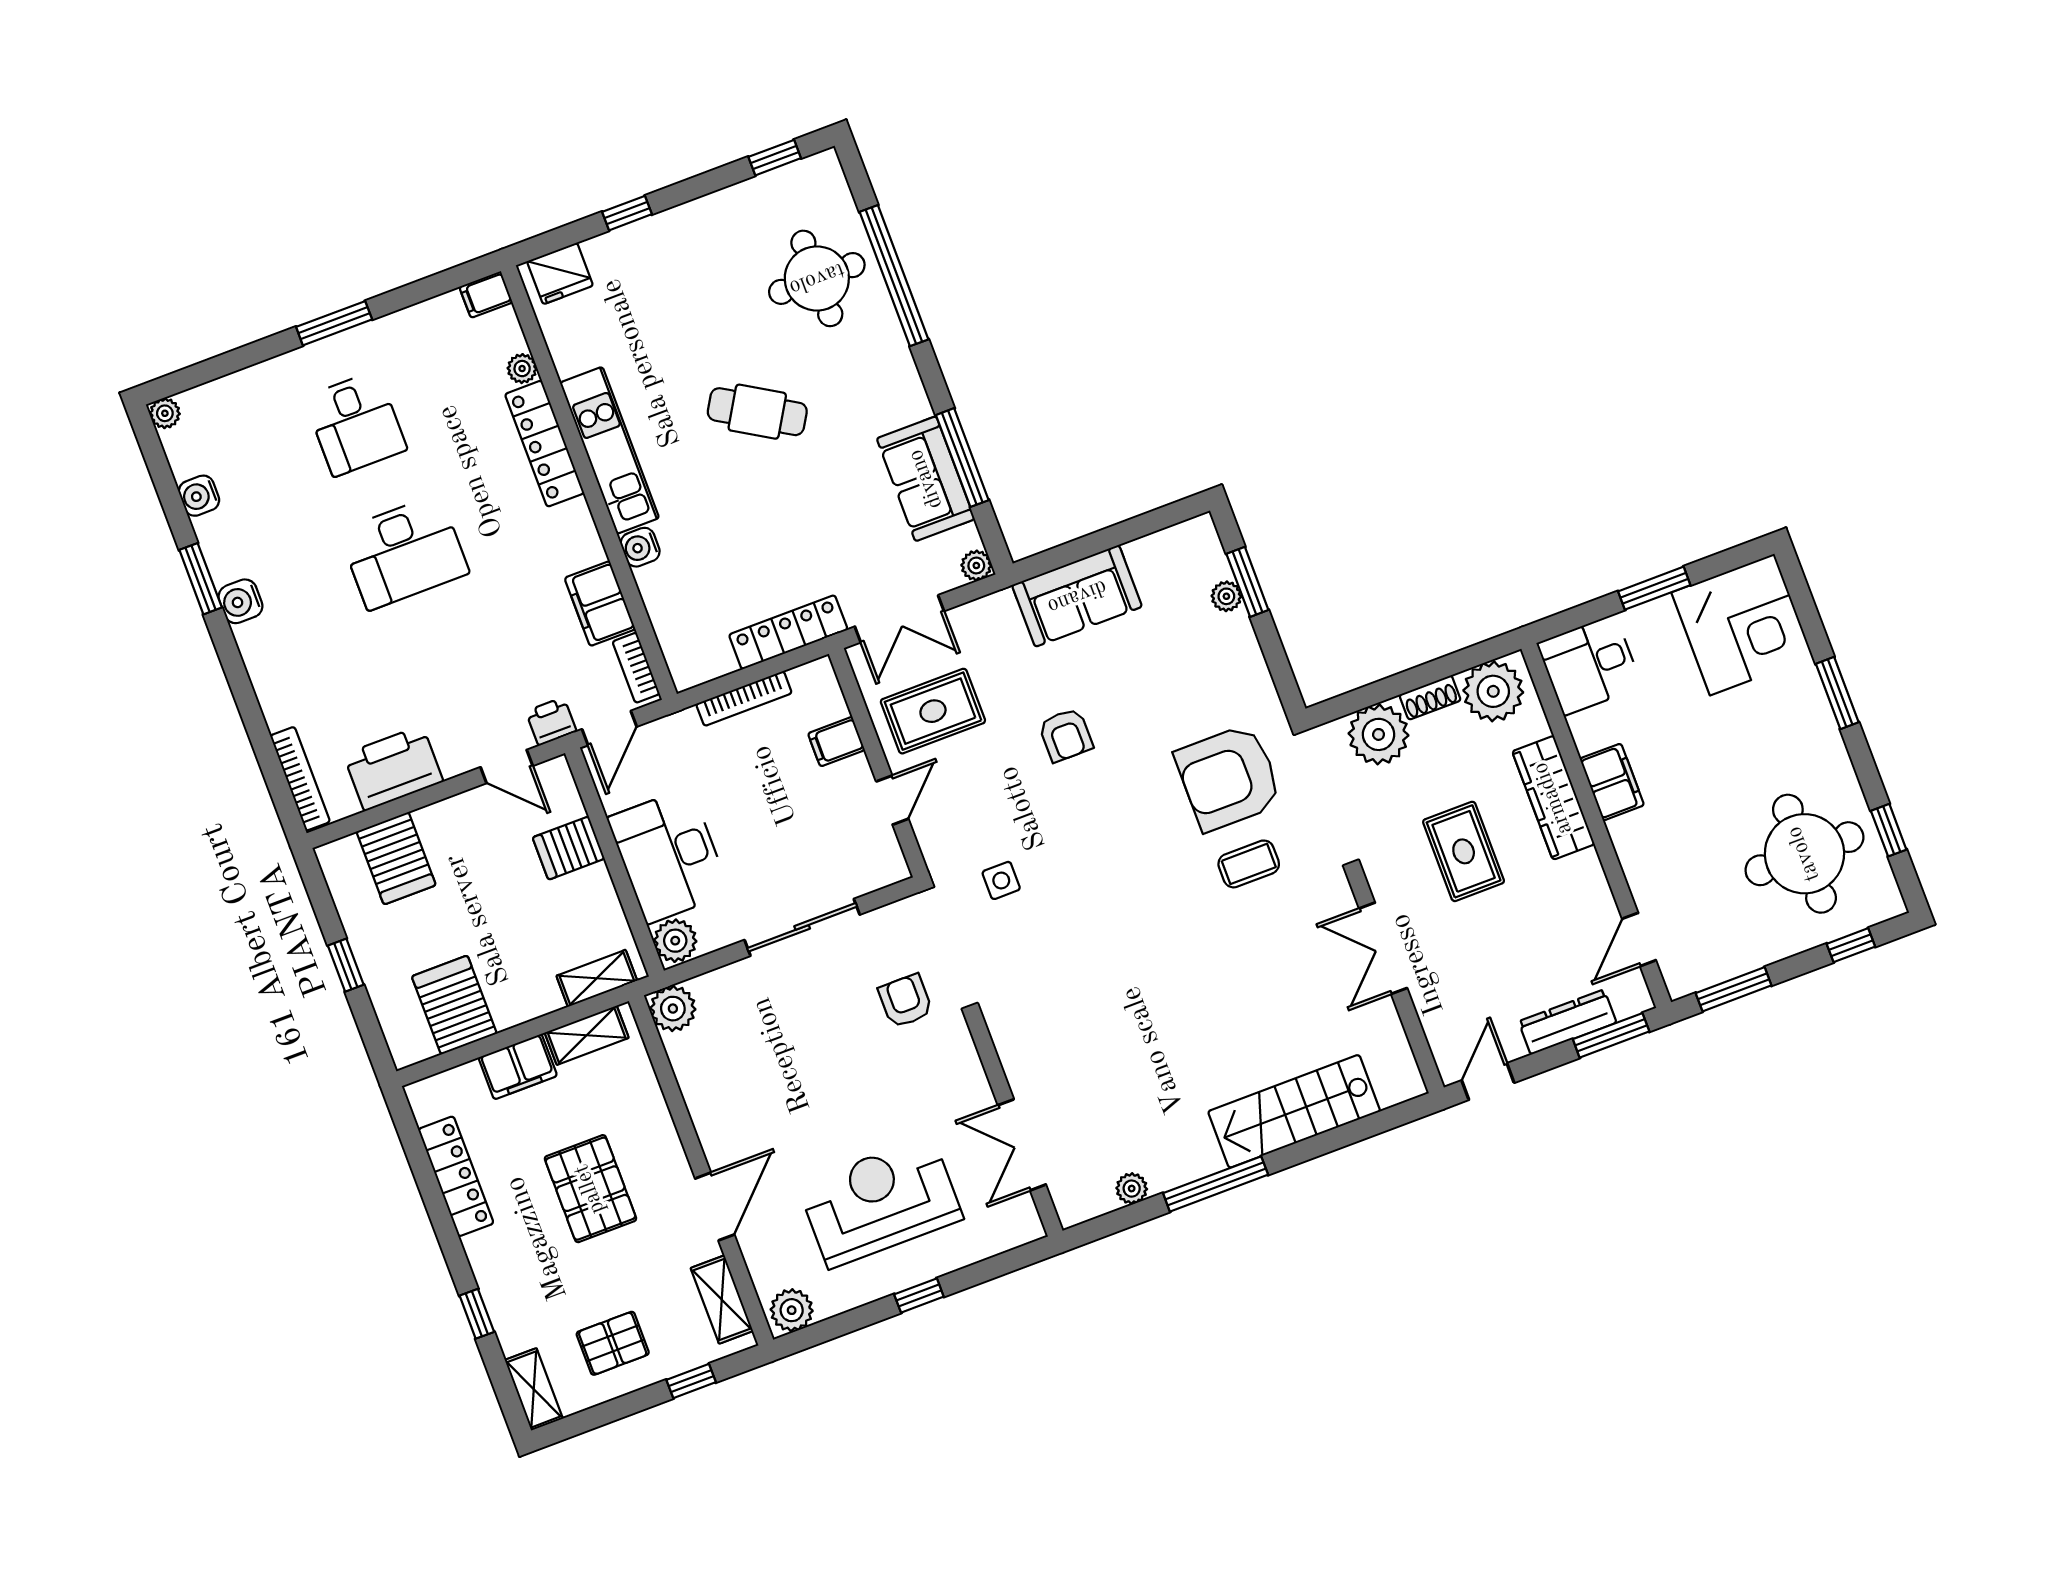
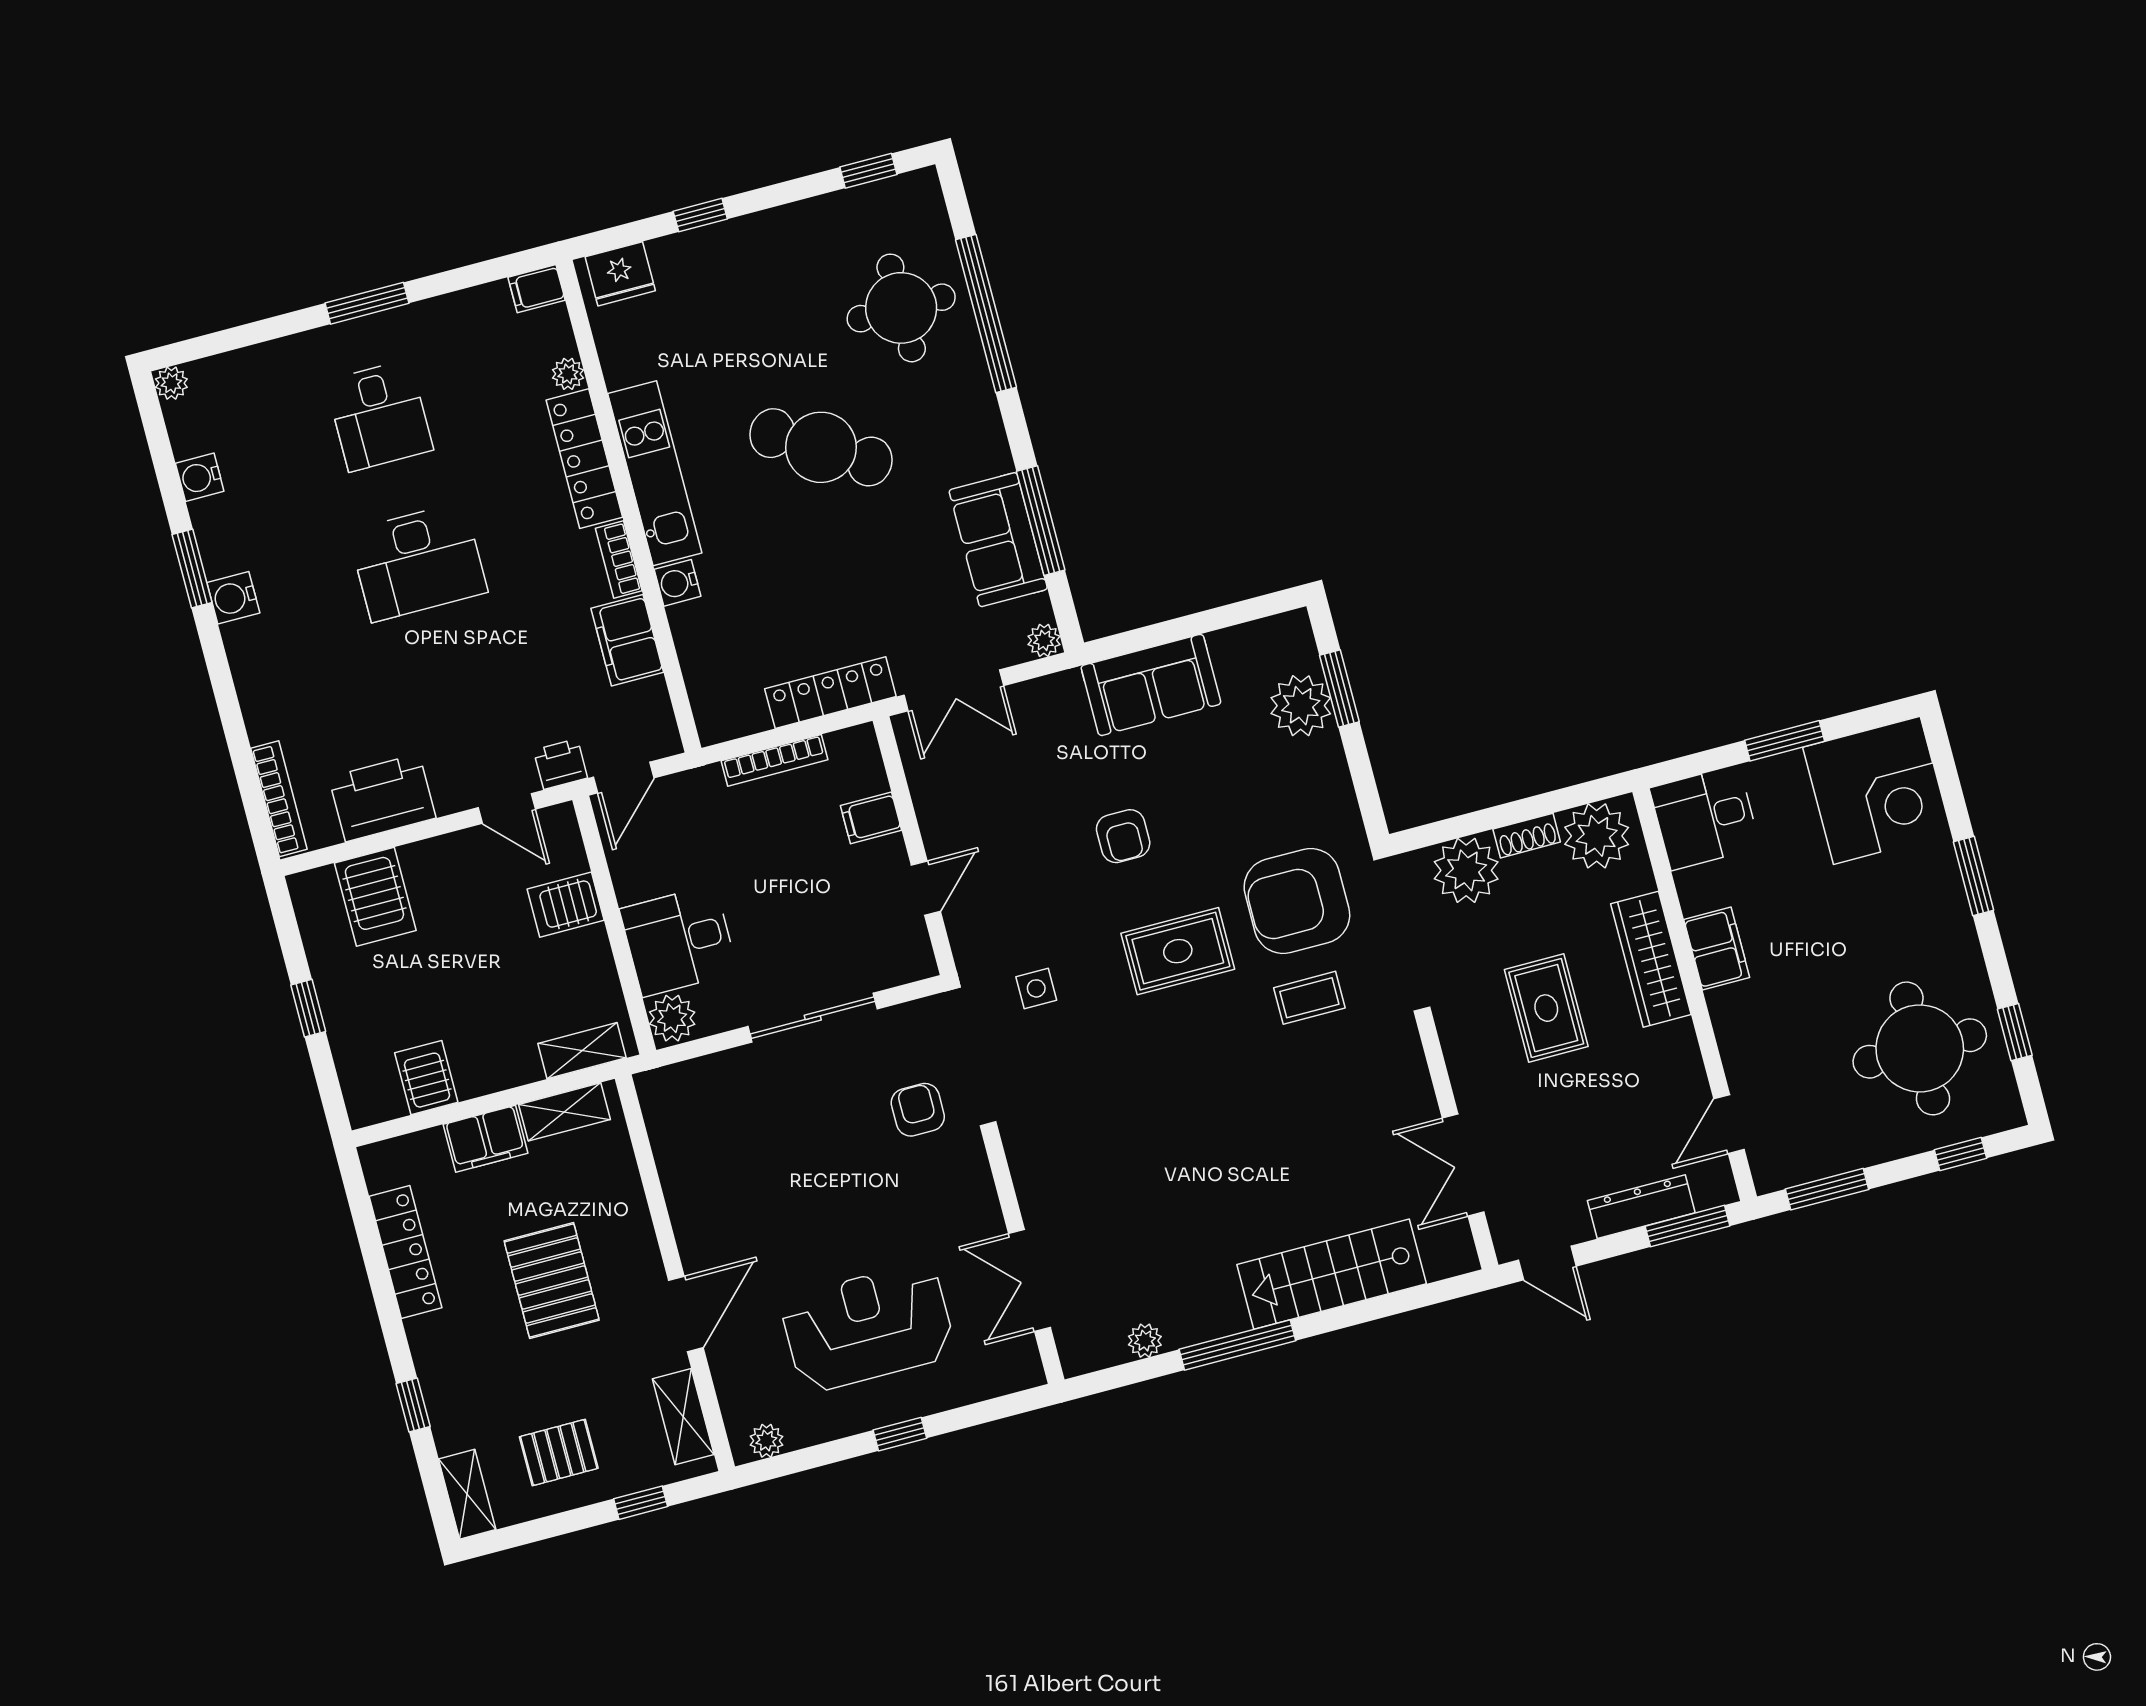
cafe table: (757, 412) -> (821, 447), width x1.37, depth x1.35
plant: (1226, 596) -> (1301, 706), width x1.88, depth x1.88
bookcase: (636, 668) -> (619, 560), moved
rug: (933, 711) -> (1178, 951), moved
desk: (669, 856) -> (679, 941), width x0.73
double door: (1383, 948) -> (1463, 1165), moved
server rack: (454, 1005) -> (426, 1078), width x0.73, depth x0.70
plant: (673, 1009) -> (662, 1092), removed
door: (1488, 1082) -> (1547, 1263), swing flipped
plant: (792, 1310) -> (766, 1441), width x0.73, depth x0.73

